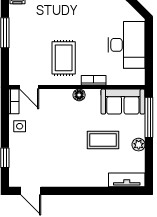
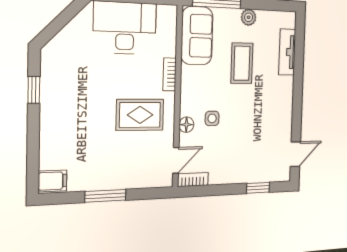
floor lamp: (79, 95) -> (186, 125), moved
side table: (20, 126) -> (212, 118), moved
tv unit: (127, 180) -> (287, 52), moved

